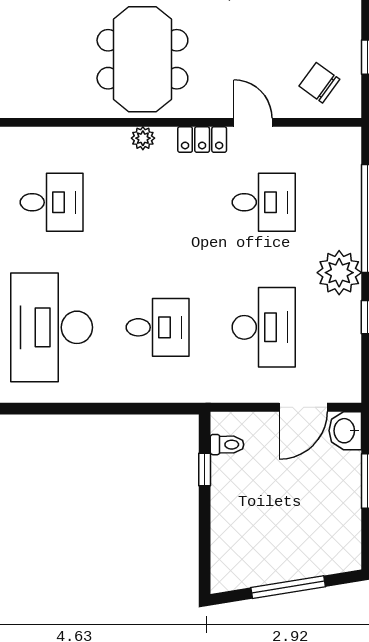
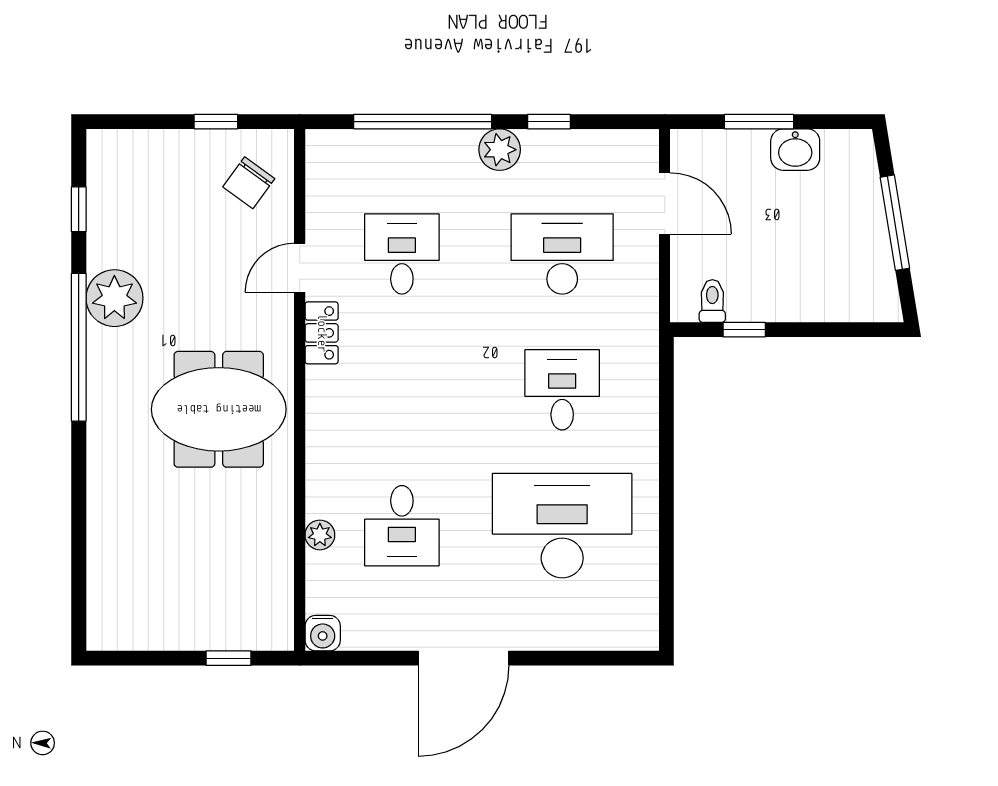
plant: (143, 138) -> (320, 535), moved
desk: (52, 202) -> (402, 526), turned 180
plant: (339, 273) -> (500, 150), width x0.73, depth x0.73
desk: (52, 327) -> (562, 526), turned 180
washbasin: (345, 431) -> (795, 150), moved

